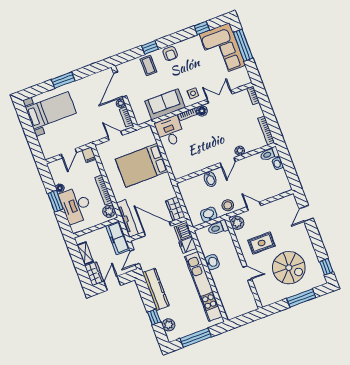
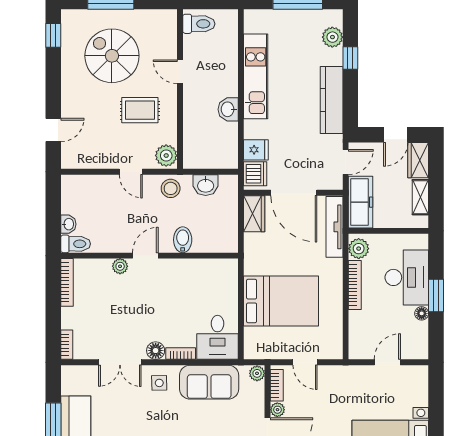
plant: (140, 119) -> (257, 373), added
filing cabinet: (89, 155) -> (357, 348), removed
toilet: (218, 228) -> (199, 24), moved
kitchen unit: (204, 286) -> (256, 76), width x0.73

